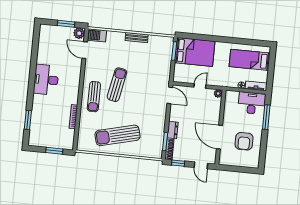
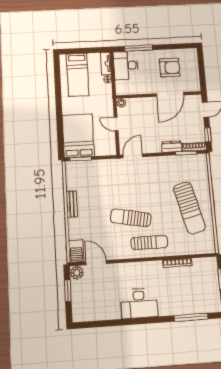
door: (85, 50) -> (96, 263), swing flipped
window: (28, 120) -> (191, 317), width x1.44

